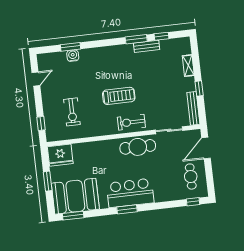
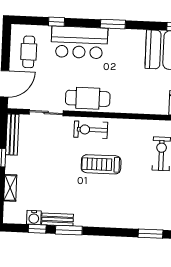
water cooler: (73, 56) -> (34, 217), moved
exercise bike: (131, 122) -> (91, 130), turned 180
bar counter: (130, 193) -> (79, 42), moved
window: (193, 202) -> (56, 22), moved

